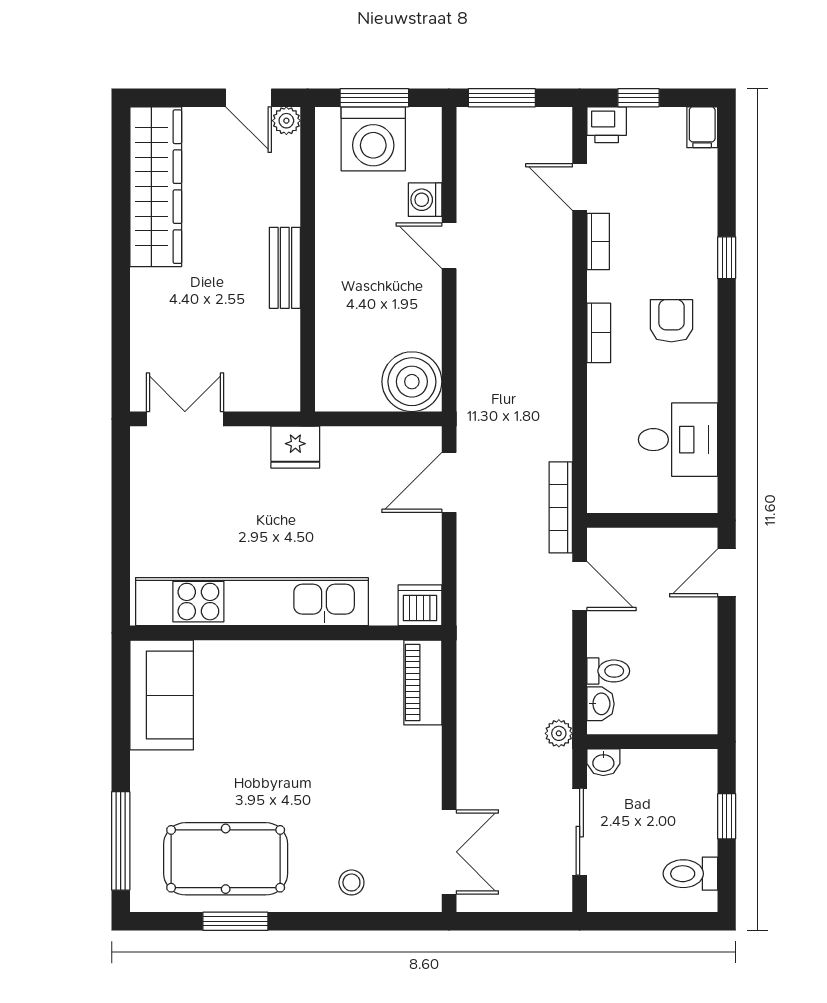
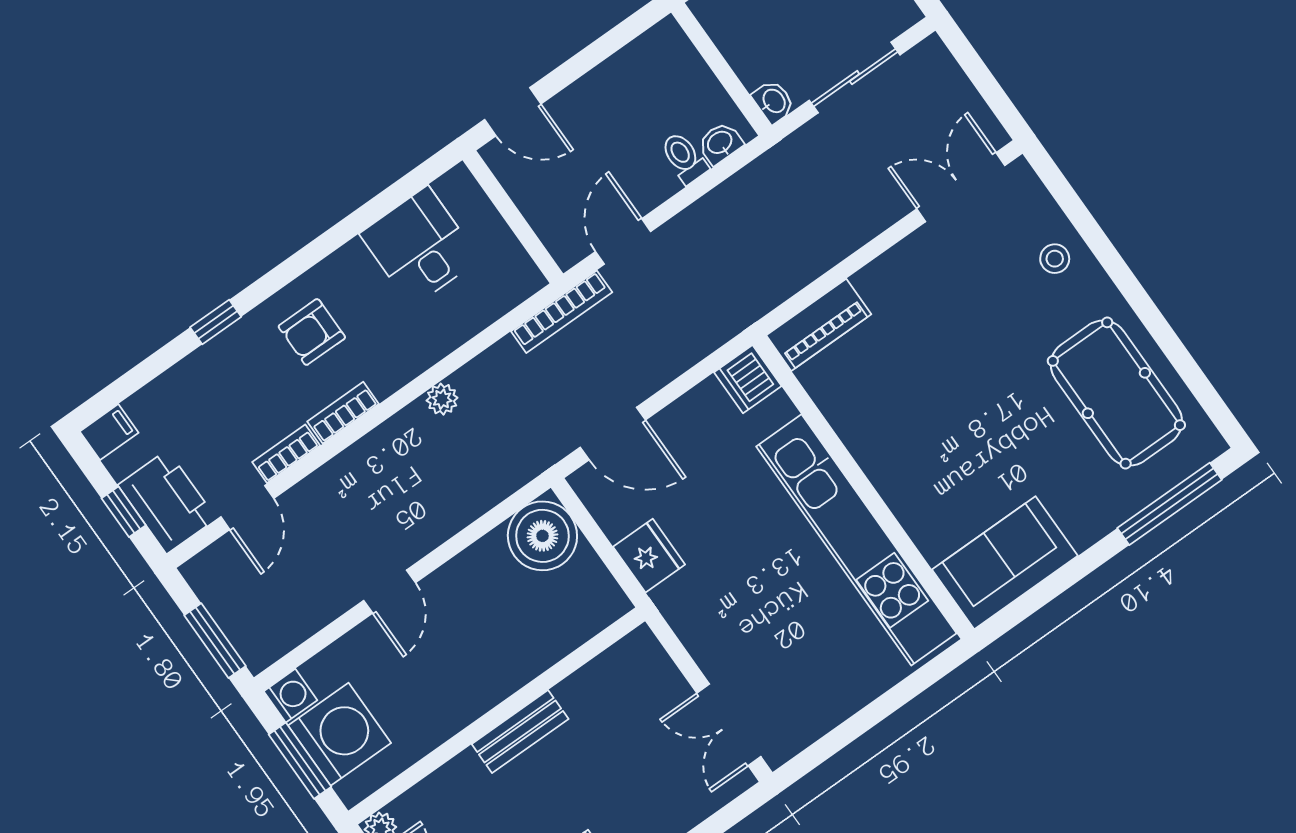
printer: (607, 125) -> (167, 502), width x1.87, depth x1.48
washing machine: (425, 200) -> (290, 696), moved, turned -90
bookcase: (599, 333) -> (343, 413), moved
fridge: (295, 447) -> (649, 556), moved
plant: (559, 733) -> (442, 399), moved
window: (235, 921) -> (1169, 342), removed

